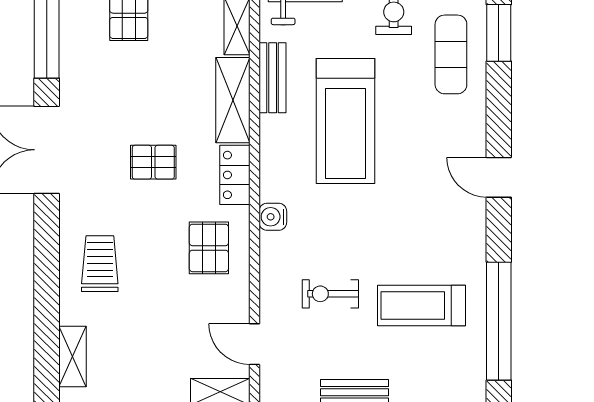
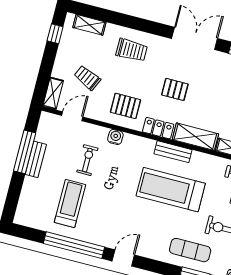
bench: (273, 78) -> (173, 152), moved
pallet: (153, 162) -> (175, 89), turned 90
water cooler: (273, 217) -> (115, 137), moved
window: (499, 321) -> (74, 245), moved
trolley: (174, 334) -> (87, 78), added

